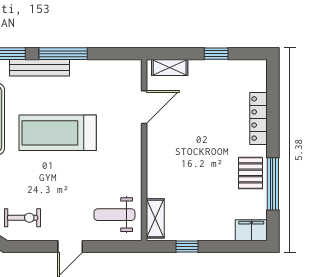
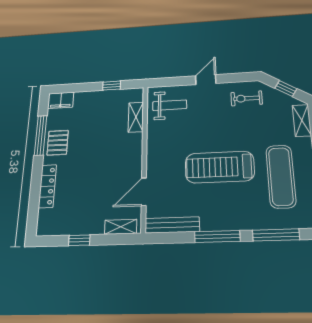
bench: (40, 68) -> (172, 225), moved
treadmill: (58, 133) -> (220, 167), turned 180
shelving: (155, 218) -> (136, 117), moved

